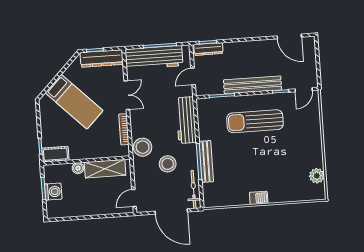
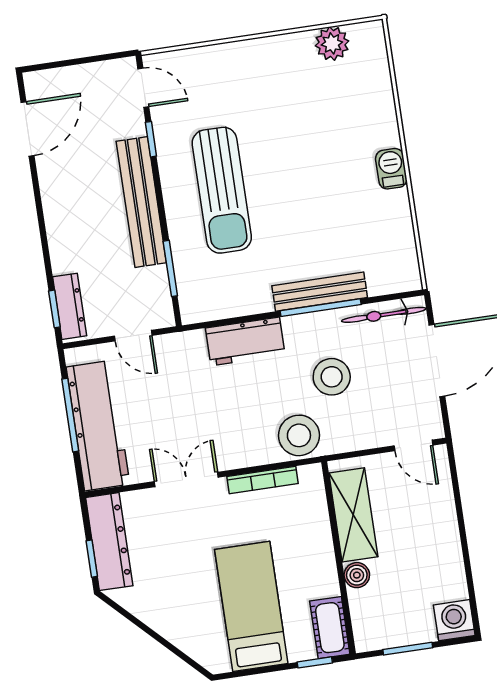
bed: (74, 102) -> (251, 606), moved, turned -45
workbench: (186, 120) -> (245, 341), width x0.73
washing machine: (53, 192) -> (454, 620), moved

